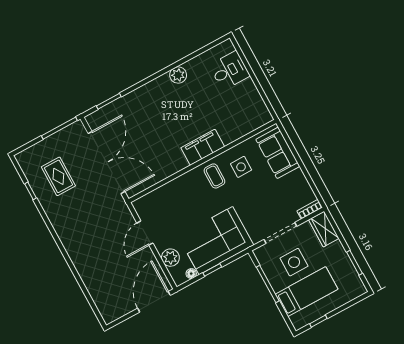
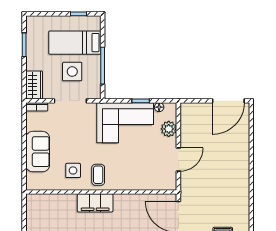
sofa: (278, 153) -> (38, 152), moved
door: (154, 302) -> (228, 101), moved

